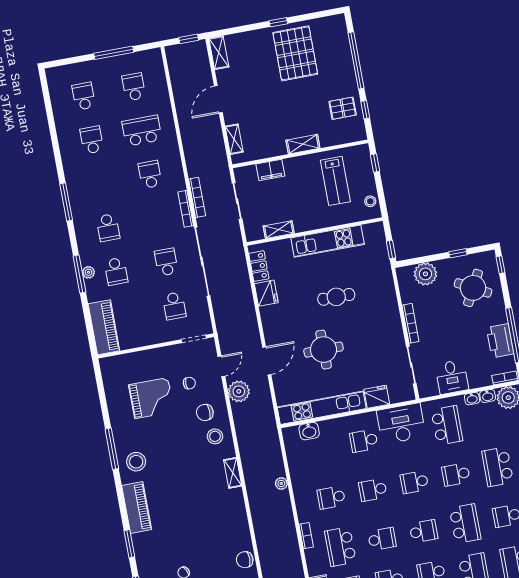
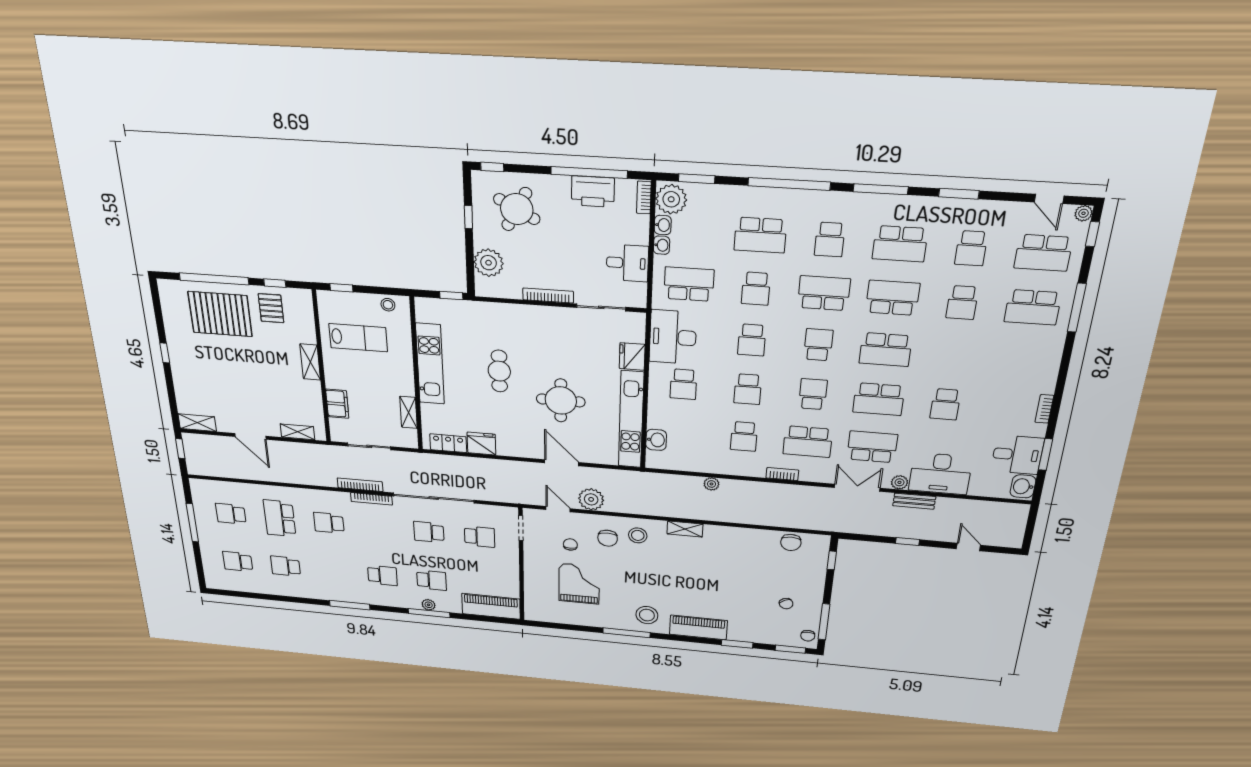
pallet: (295, 53) -> (220, 314), moved

